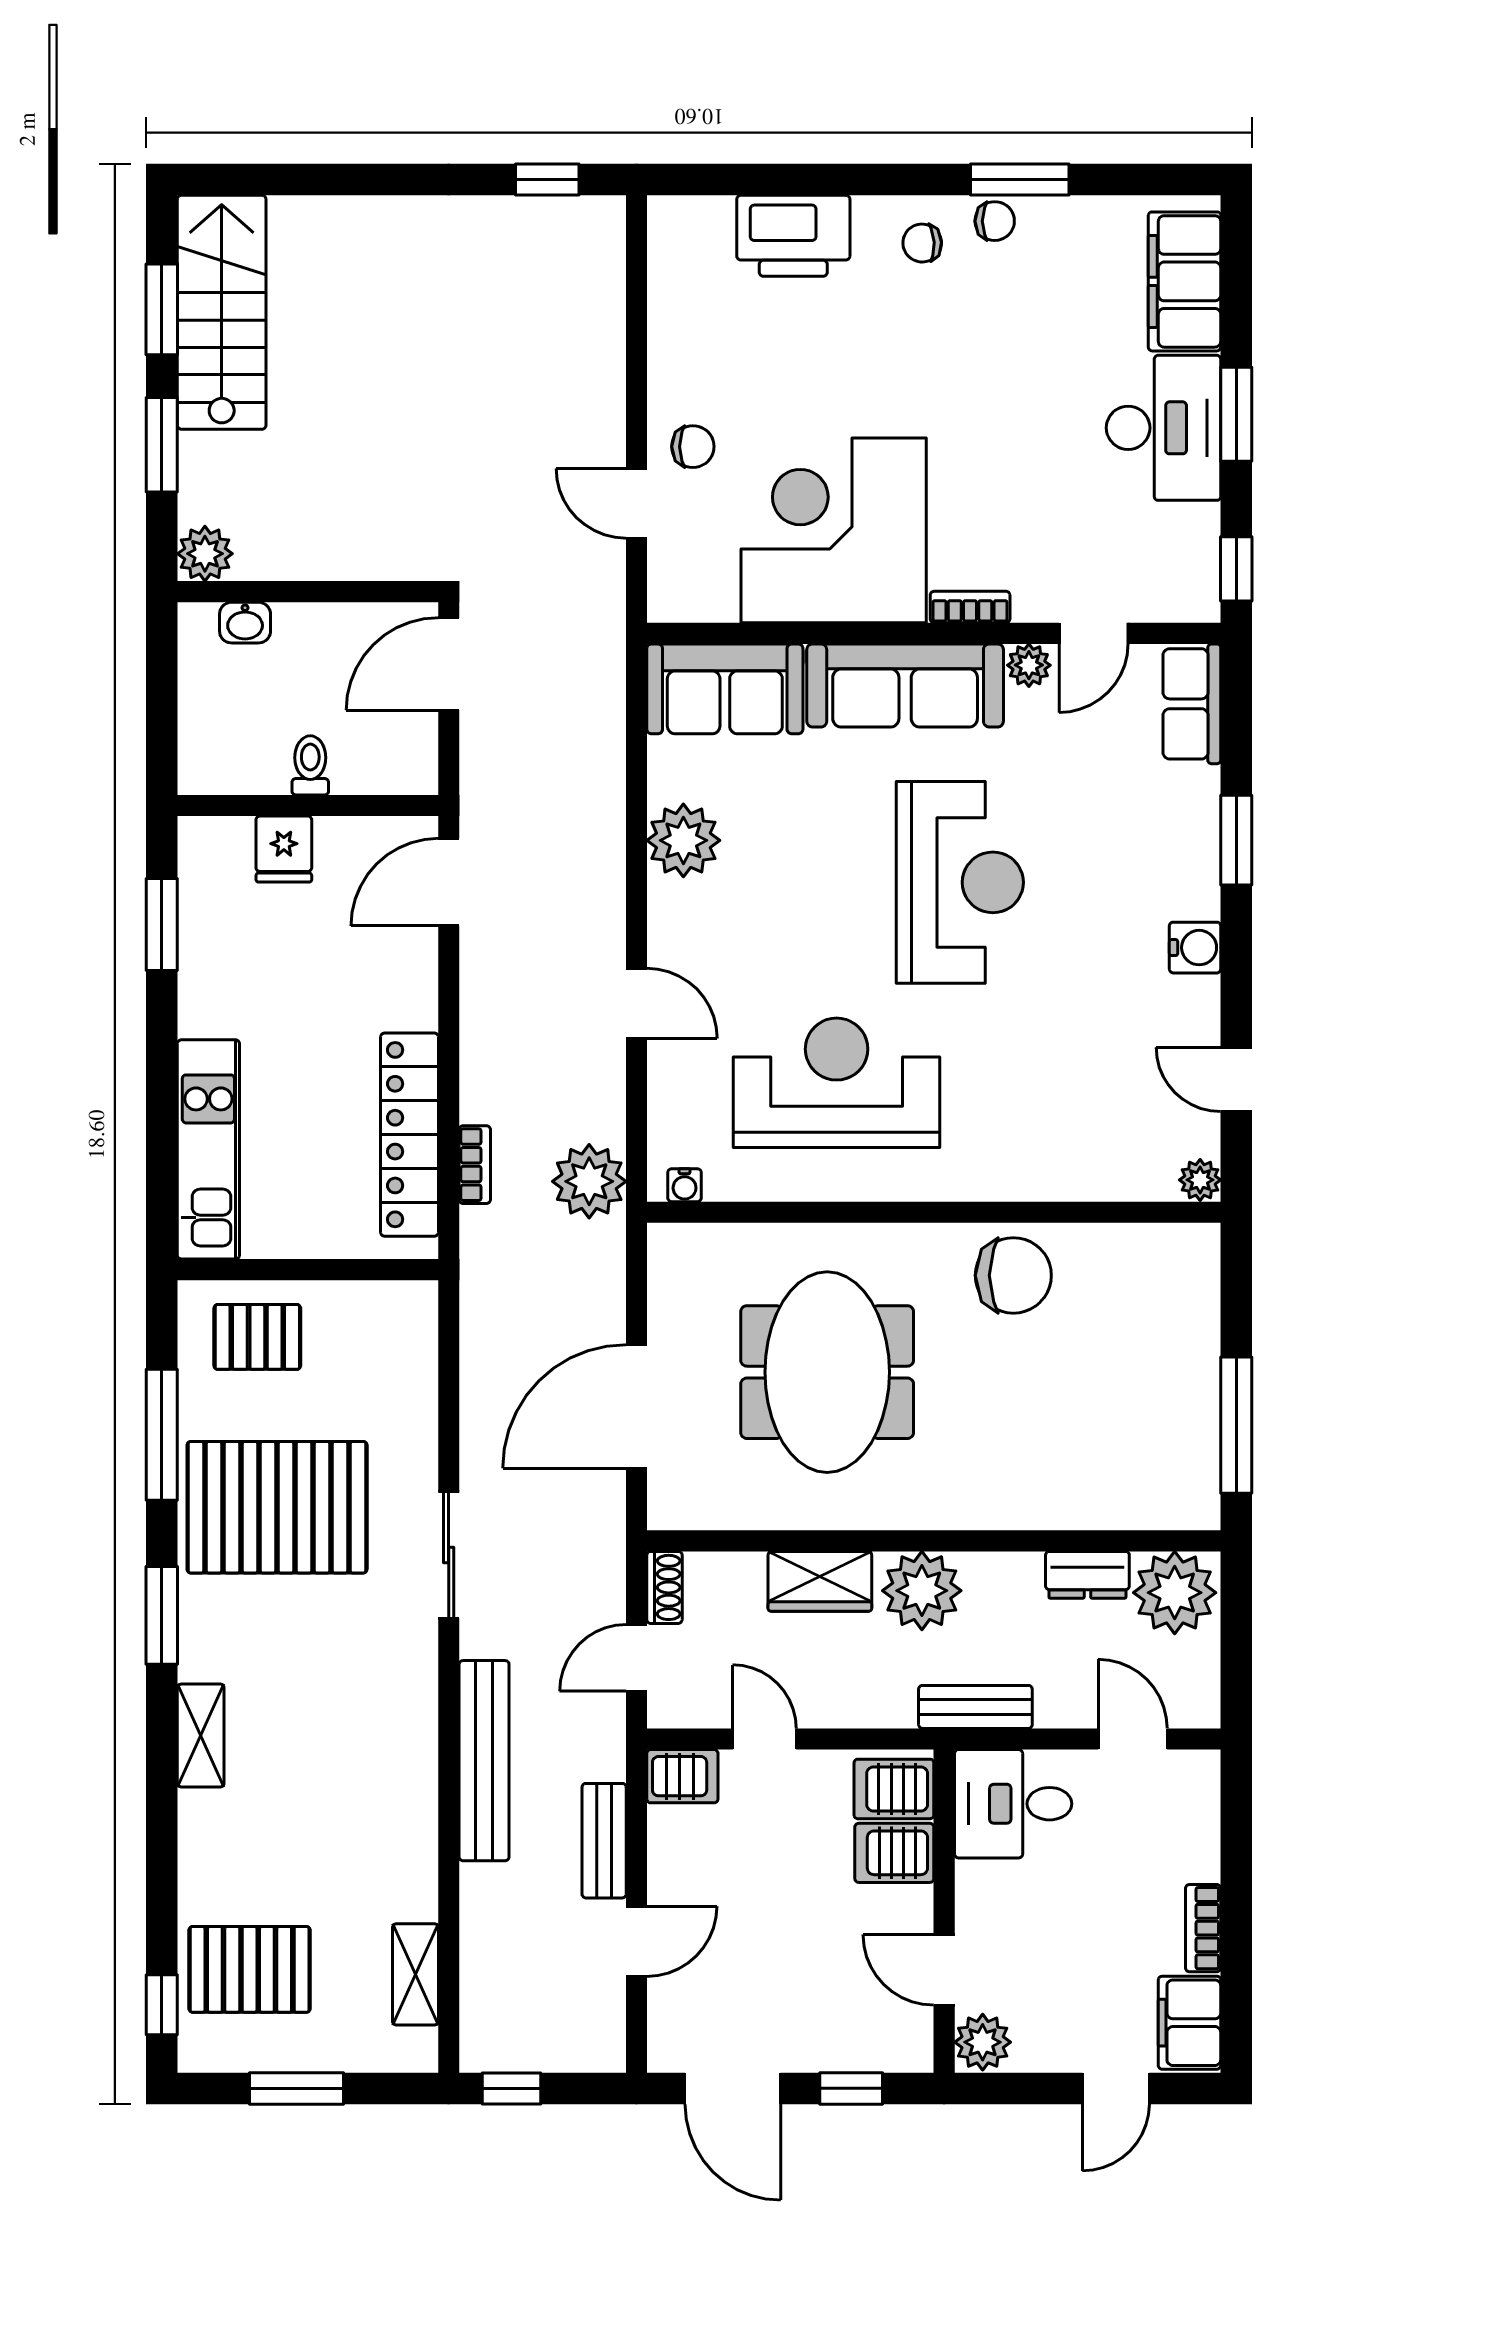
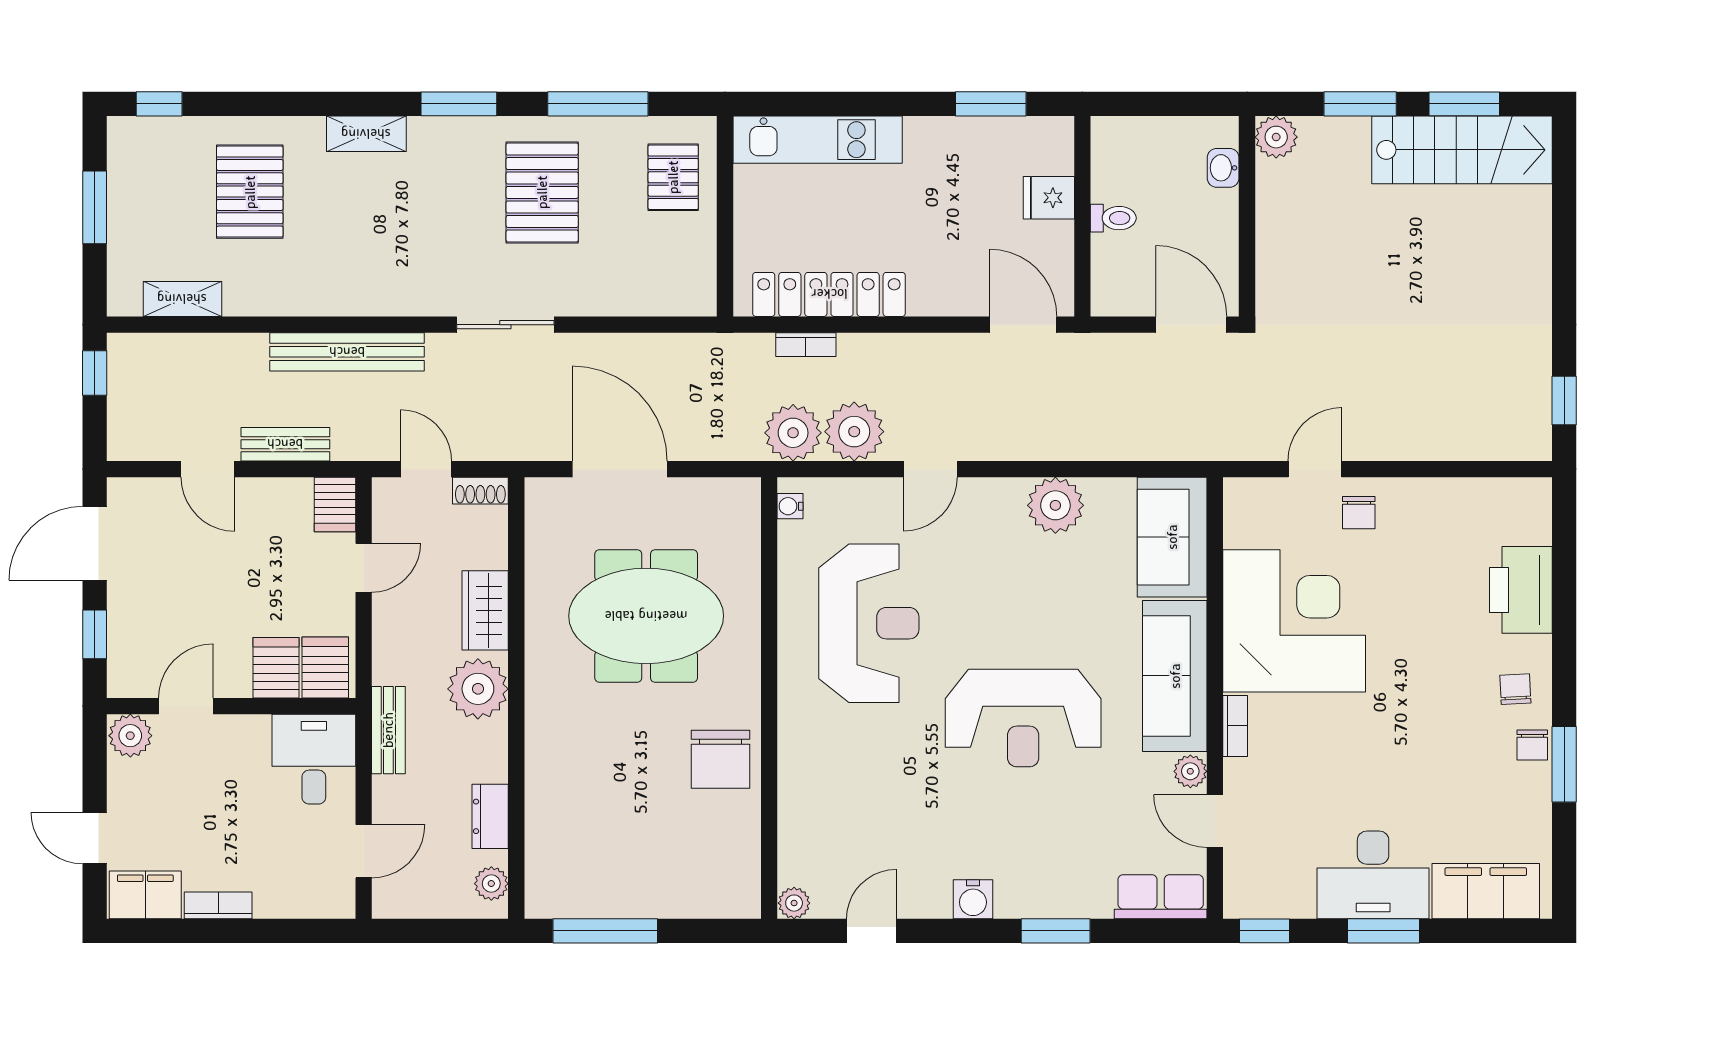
plant: (588, 1102) -> (854, 432), added
pallet: (277, 1507) -> (542, 192), width x0.73, depth x0.71
plant: (1175, 1593) -> (491, 884), width x0.53, depth x0.53
pallet: (250, 1969) -> (250, 192), moved

